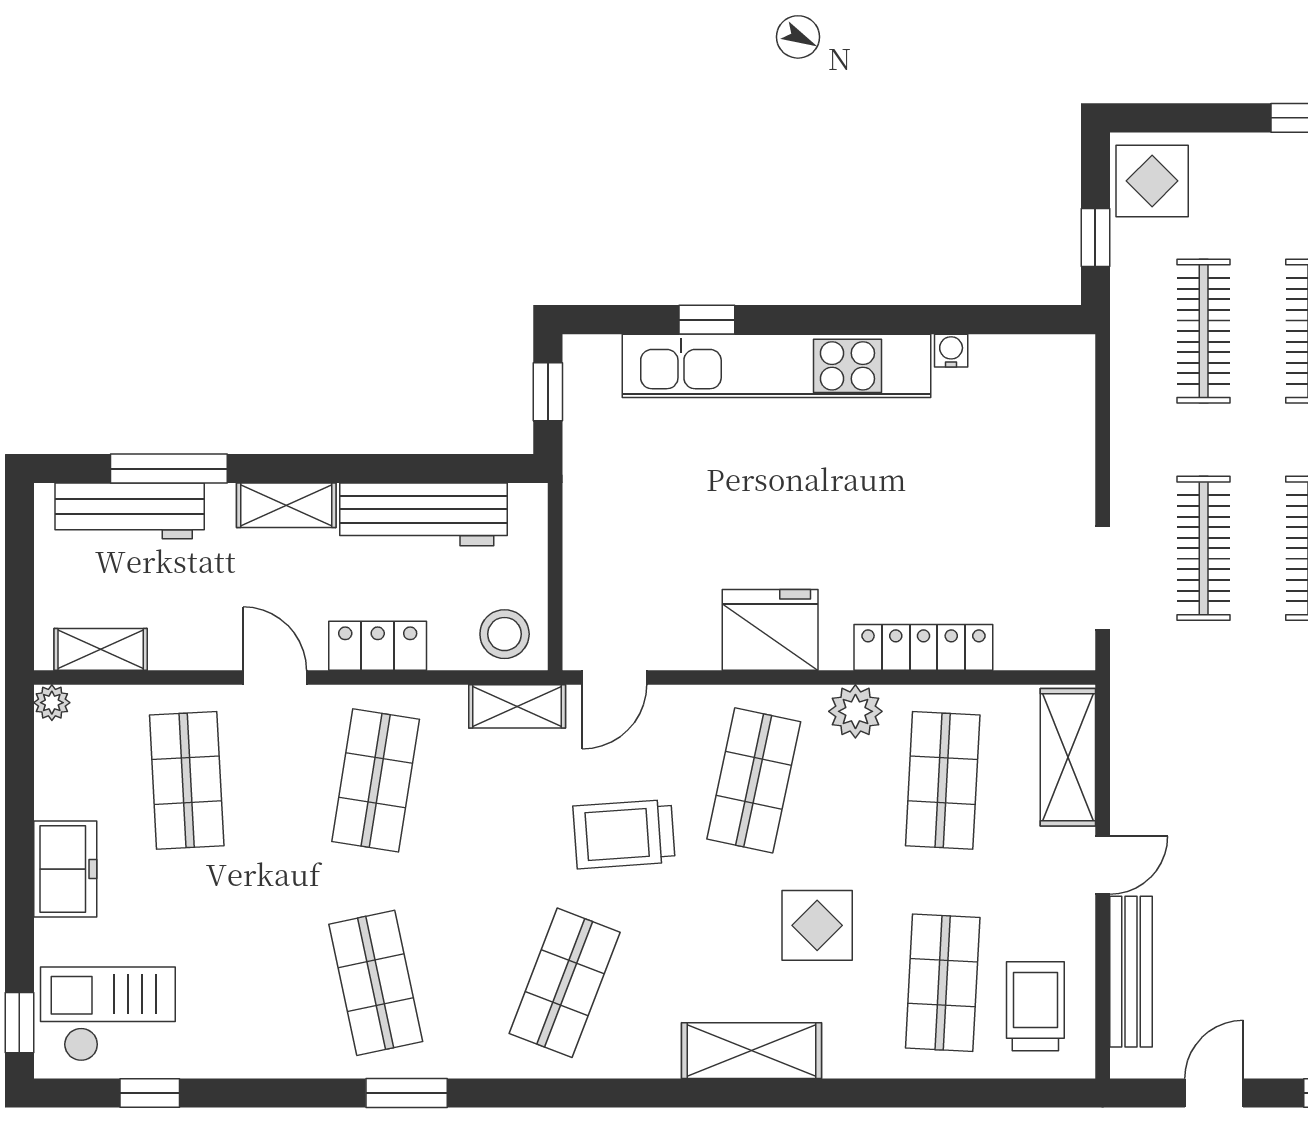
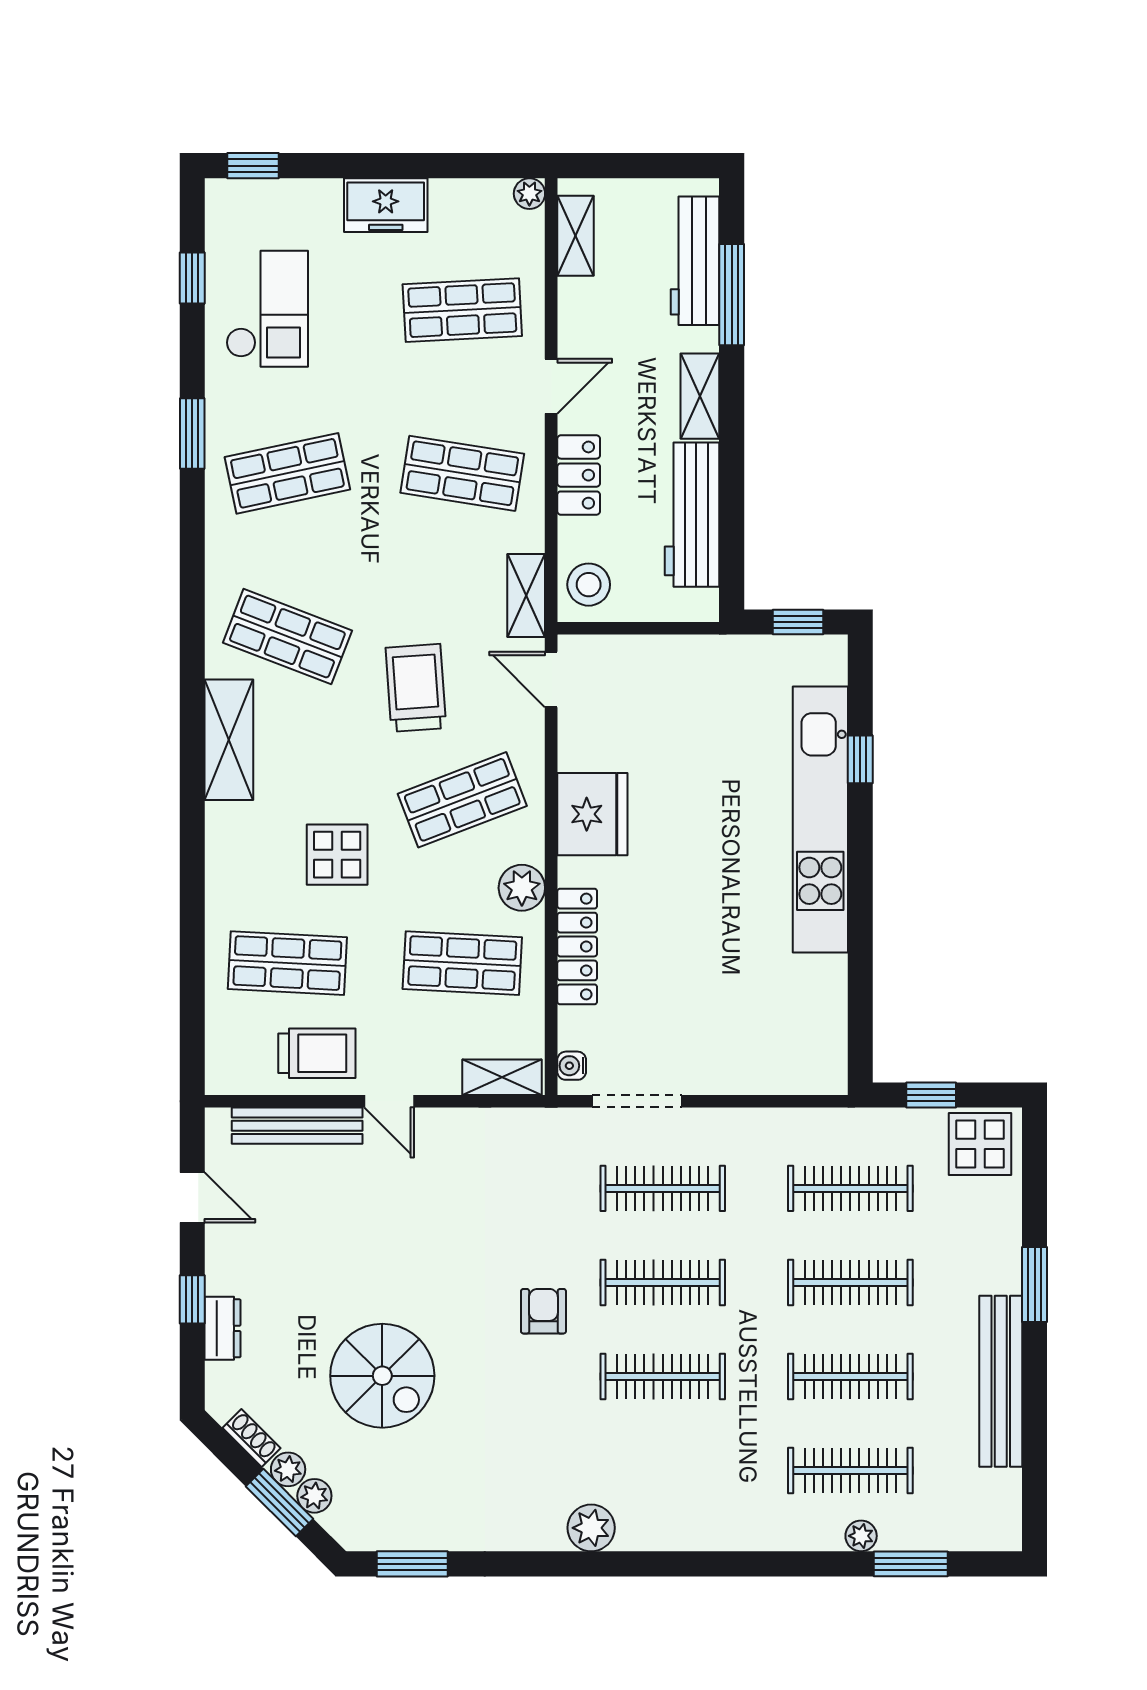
water cooler: (951, 351) -> (572, 1066), moved, turned 180
shelving: (1068, 757) -> (502, 1077), width x0.67, depth x0.75
shop shelf: (754, 780) -> (462, 800), turned -33
trolley: (1035, 1006) -> (317, 1053), moved
checkout: (108, 1014) -> (267, 309), moved
shelving: (752, 1051) -> (229, 740), moved
window: (407, 1093) -> (192, 434), moved

